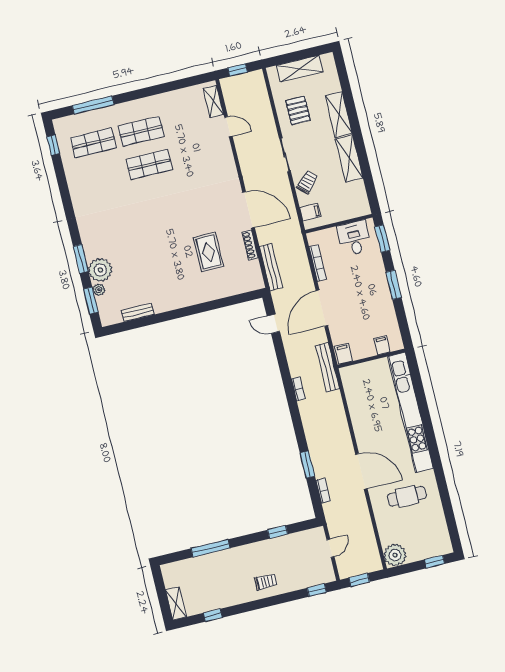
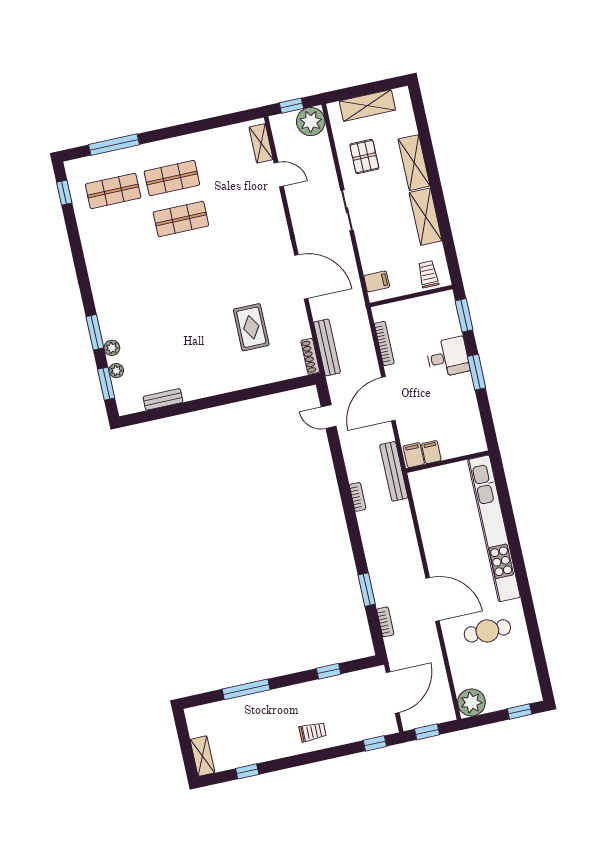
plant: (254, 83) -> (311, 122), added
trolley: (307, 182) -> (428, 274), moved, turned -44
desk: (354, 238) -> (448, 357), moved, turned 90
shoe rack: (250, 245) -> (310, 356), moved
plant: (100, 270) -> (112, 348), width x0.53, depth x0.53
filing cabinet: (382, 345) -> (431, 452), moved
door: (330, 548) -> (393, 692), width x1.88

